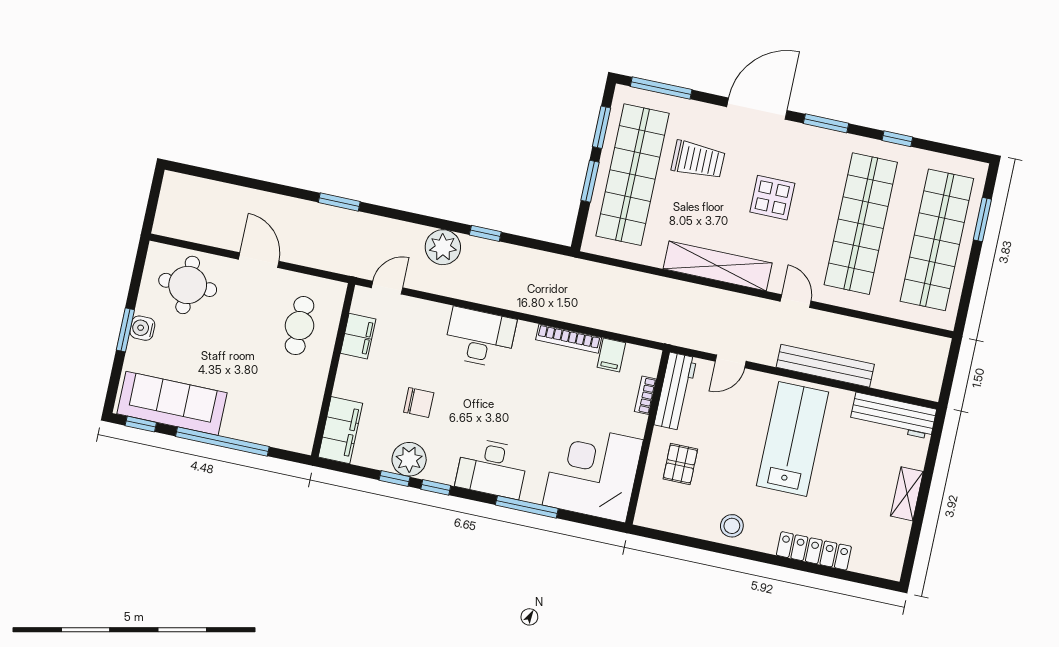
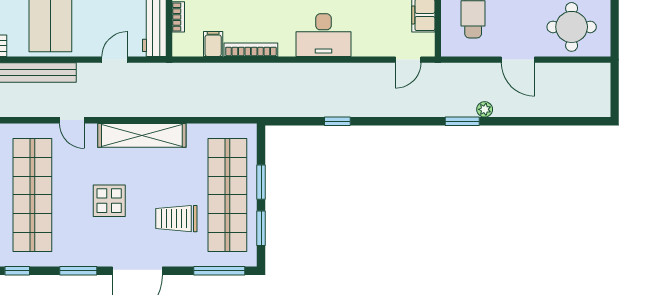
plant: (443, 247) -> (485, 109), moved, width x0.53, depth x0.53

